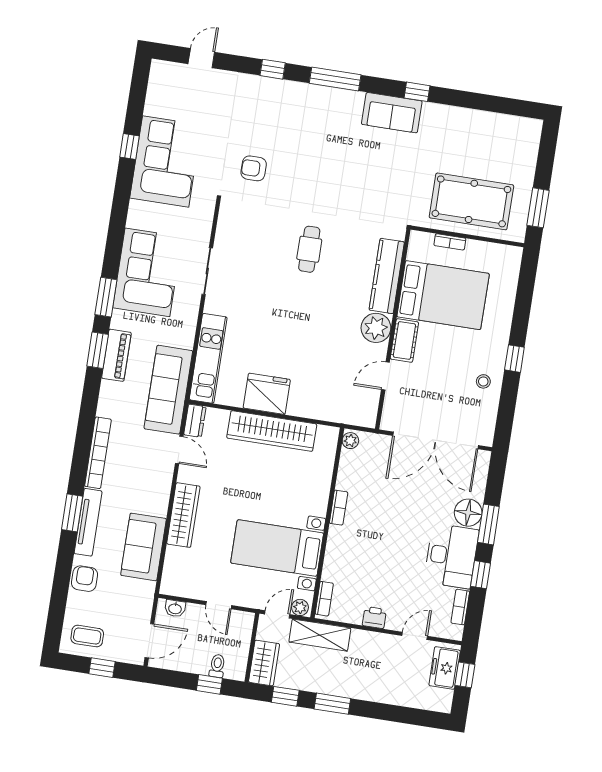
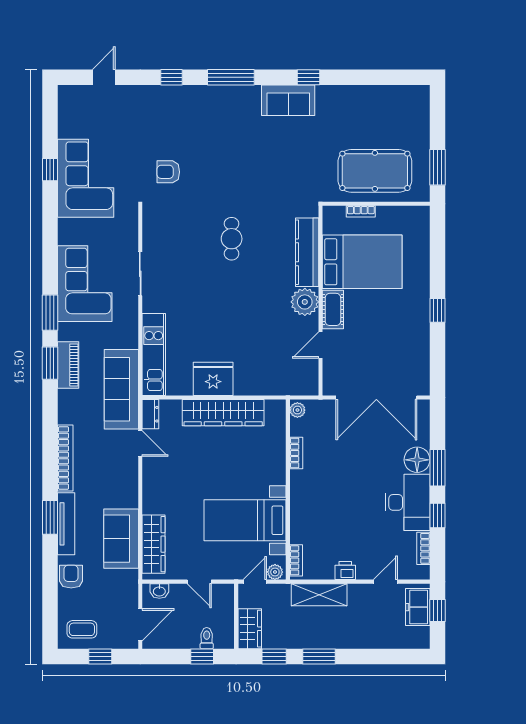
stool: (483, 381) -> (412, 336), removed
bookcase: (339, 508) -> (296, 453), moved
wardrobe: (183, 515) -> (153, 544), moved
shelving: (320, 635) -> (319, 595), moved

